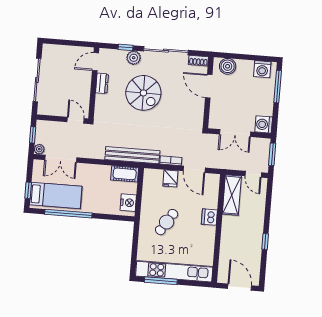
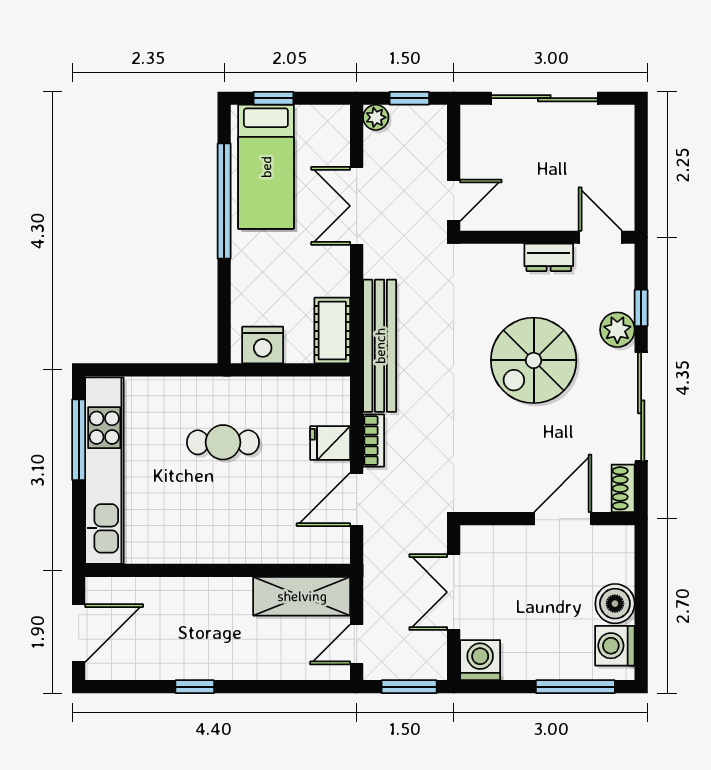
boiler: (228, 66) -> (615, 604), moved
double door: (61, 159) -> (357, 206), moved
dishwasher: (209, 217) -> (244, 546), removed
cafe table: (167, 222) -> (223, 442), turned -33

